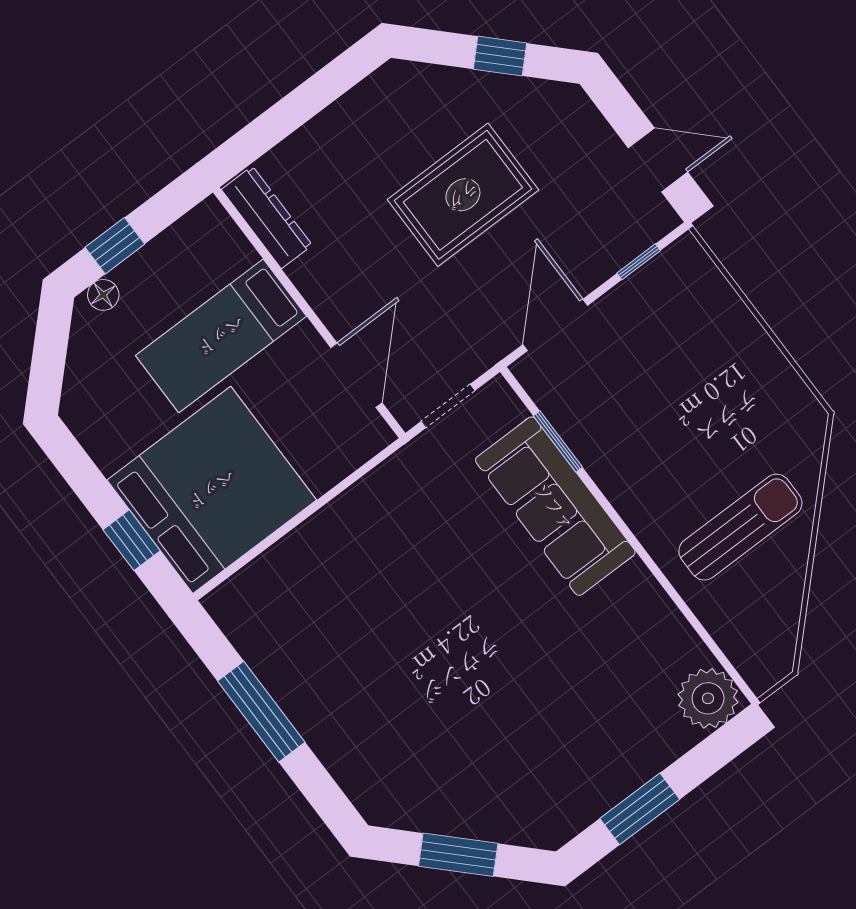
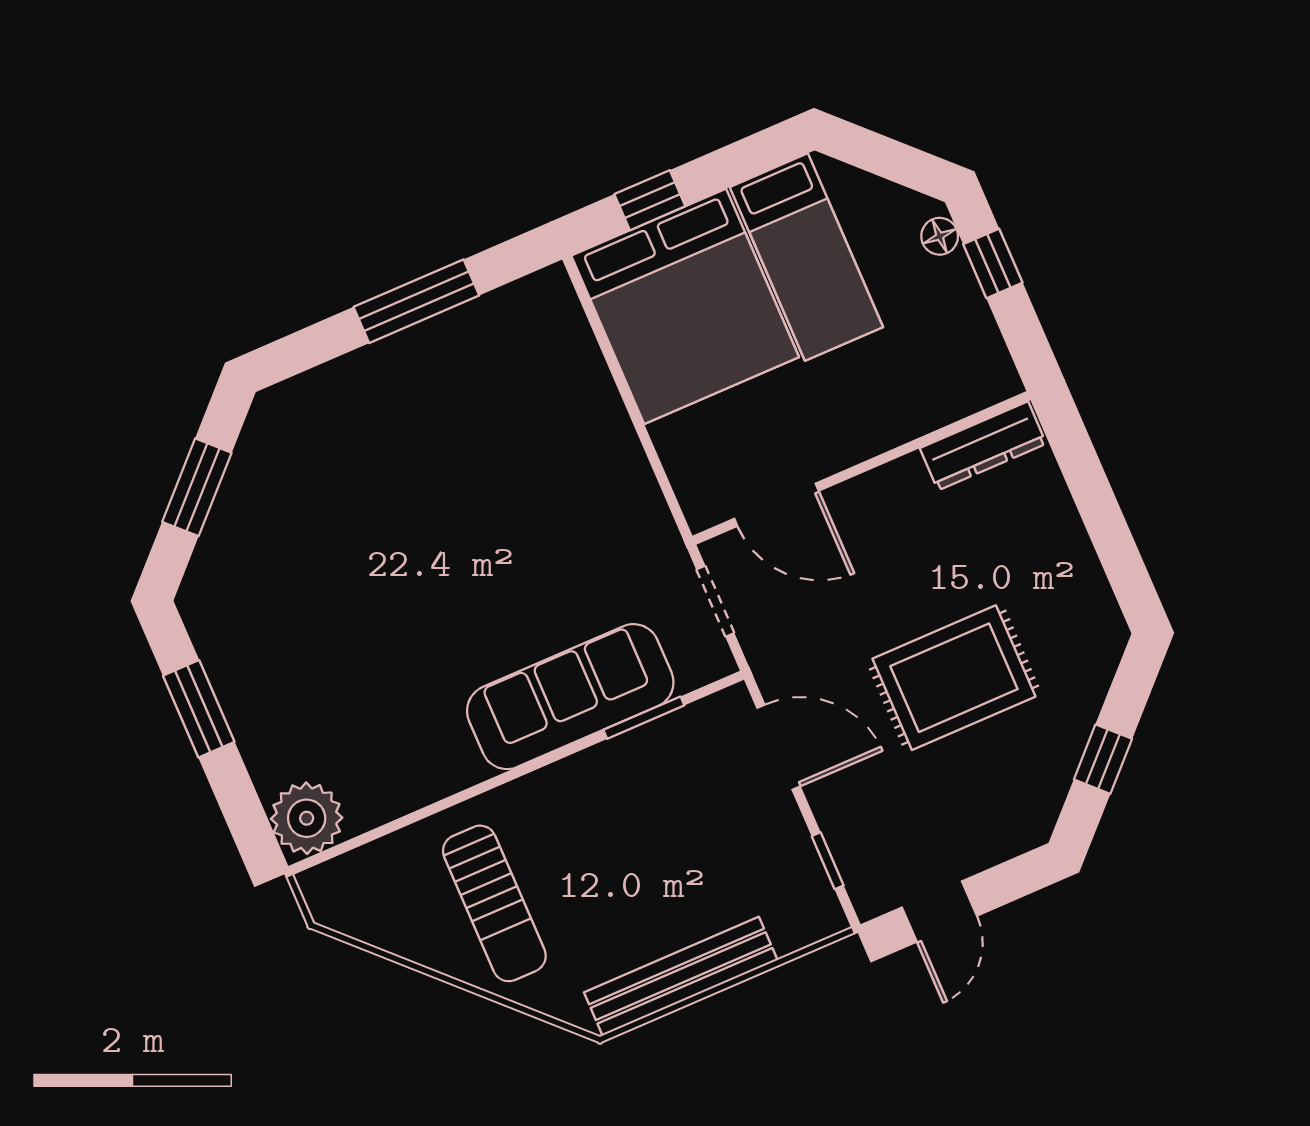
rug: (463, 195) -> (954, 678), turned 90
bed: (221, 336) -> (806, 257), moved, turned 180
bench: (763, 359) -> (681, 976), added

